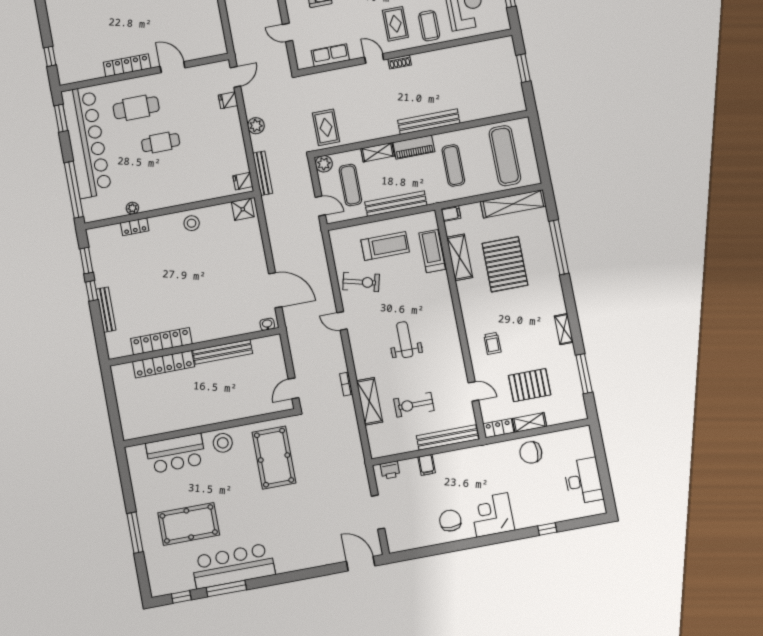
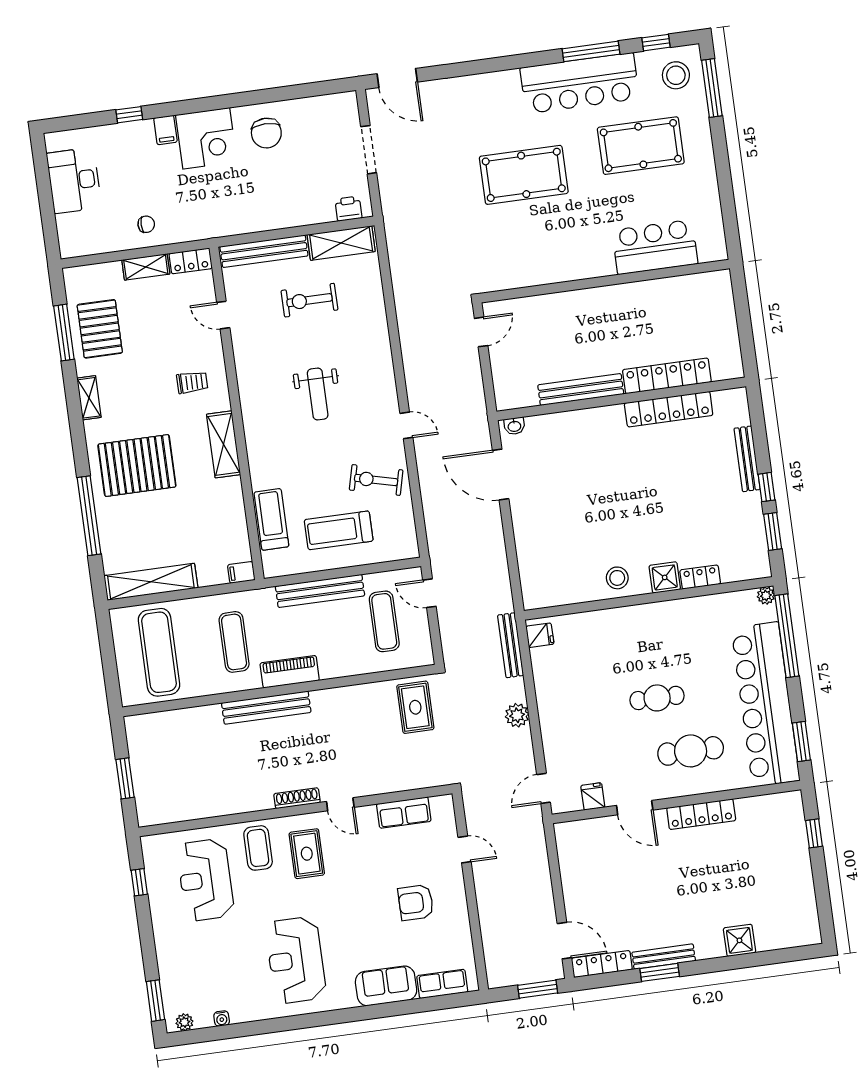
shoe rack: (400, 62) -> (297, 798), width x1.43
fridge: (228, 100) -> (593, 796), moved, turned -90
shelving: (378, 152) -> (342, 667), removed
plant: (324, 164) -> (421, 654), removed
plant: (132, 208) -> (766, 596), moved
shower: (243, 209) -> (665, 577), moved
treadmill: (432, 251) -> (271, 519), turned 180
shelving: (460, 257) -> (224, 444), moved
pallet: (505, 264) -> (137, 466), moved, turned 90
trolley: (492, 343) -> (192, 382), turned 90
bookcase: (346, 384) -> (405, 335), removed
pallet: (530, 385) -> (100, 329), moved, turned 90
shelving: (369, 401) -> (341, 243), moved, turned 90
exercise bike: (414, 405) -> (309, 300), turned 180
stool: (223, 443) -> (676, 75), moved
chair: (531, 452) -> (146, 224), width x0.54, depth x0.54
pool table: (274, 458) -> (524, 175), moved, turned 90
filing cabinet: (427, 465) -> (165, 130), moved, turned 180
window: (135, 533) -> (712, 88), moved

